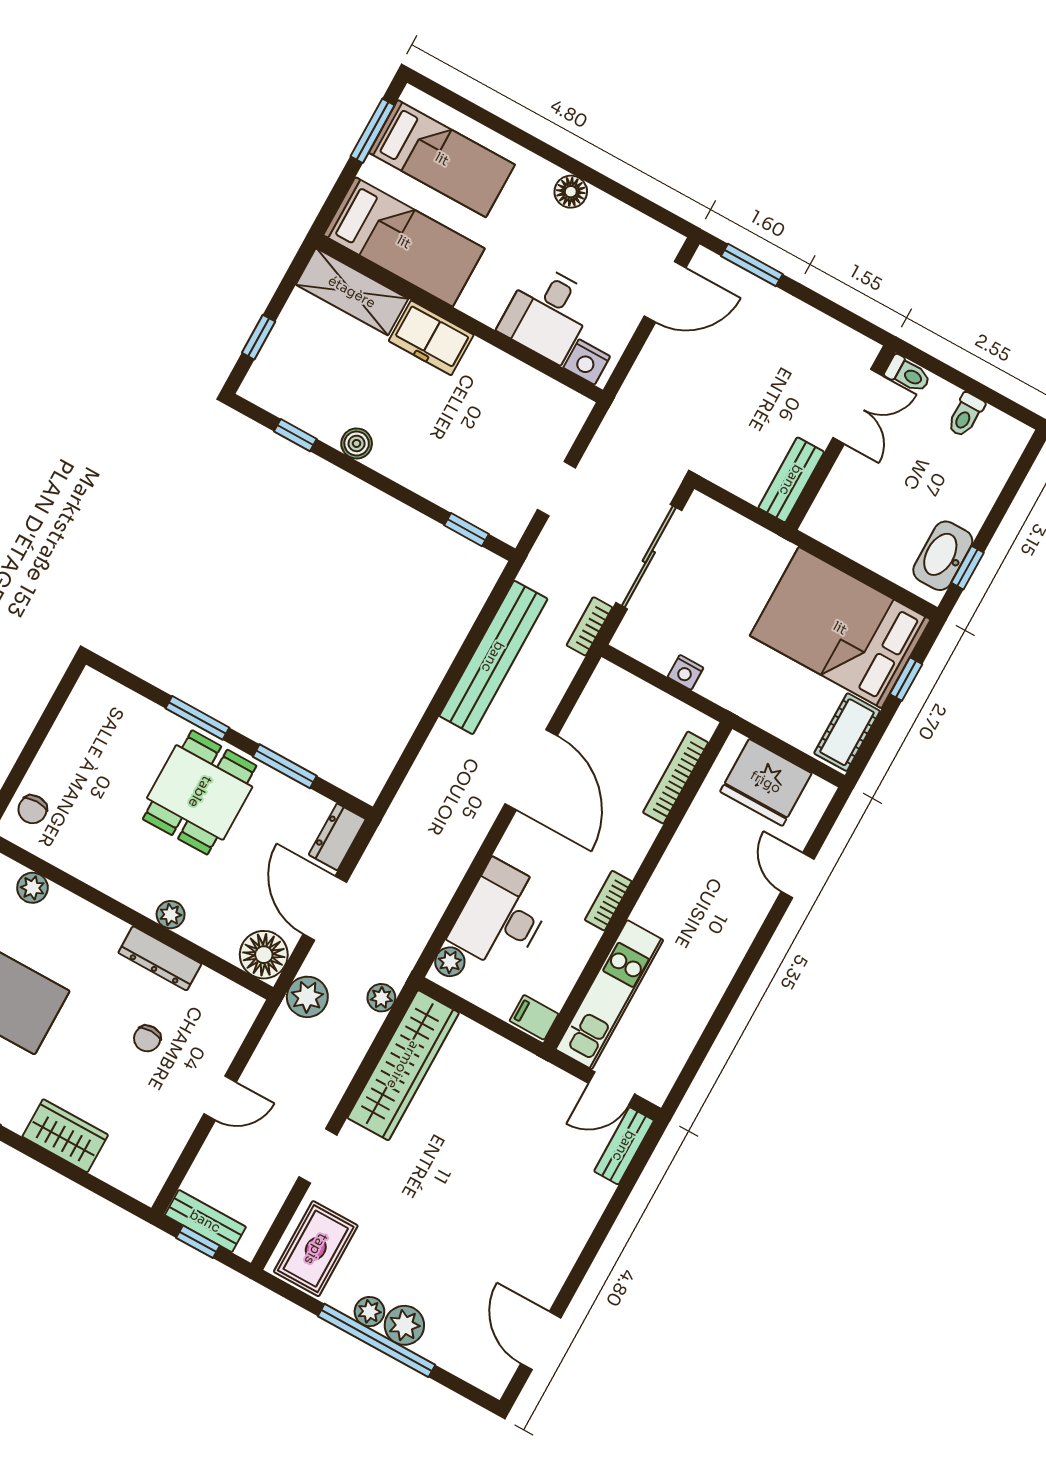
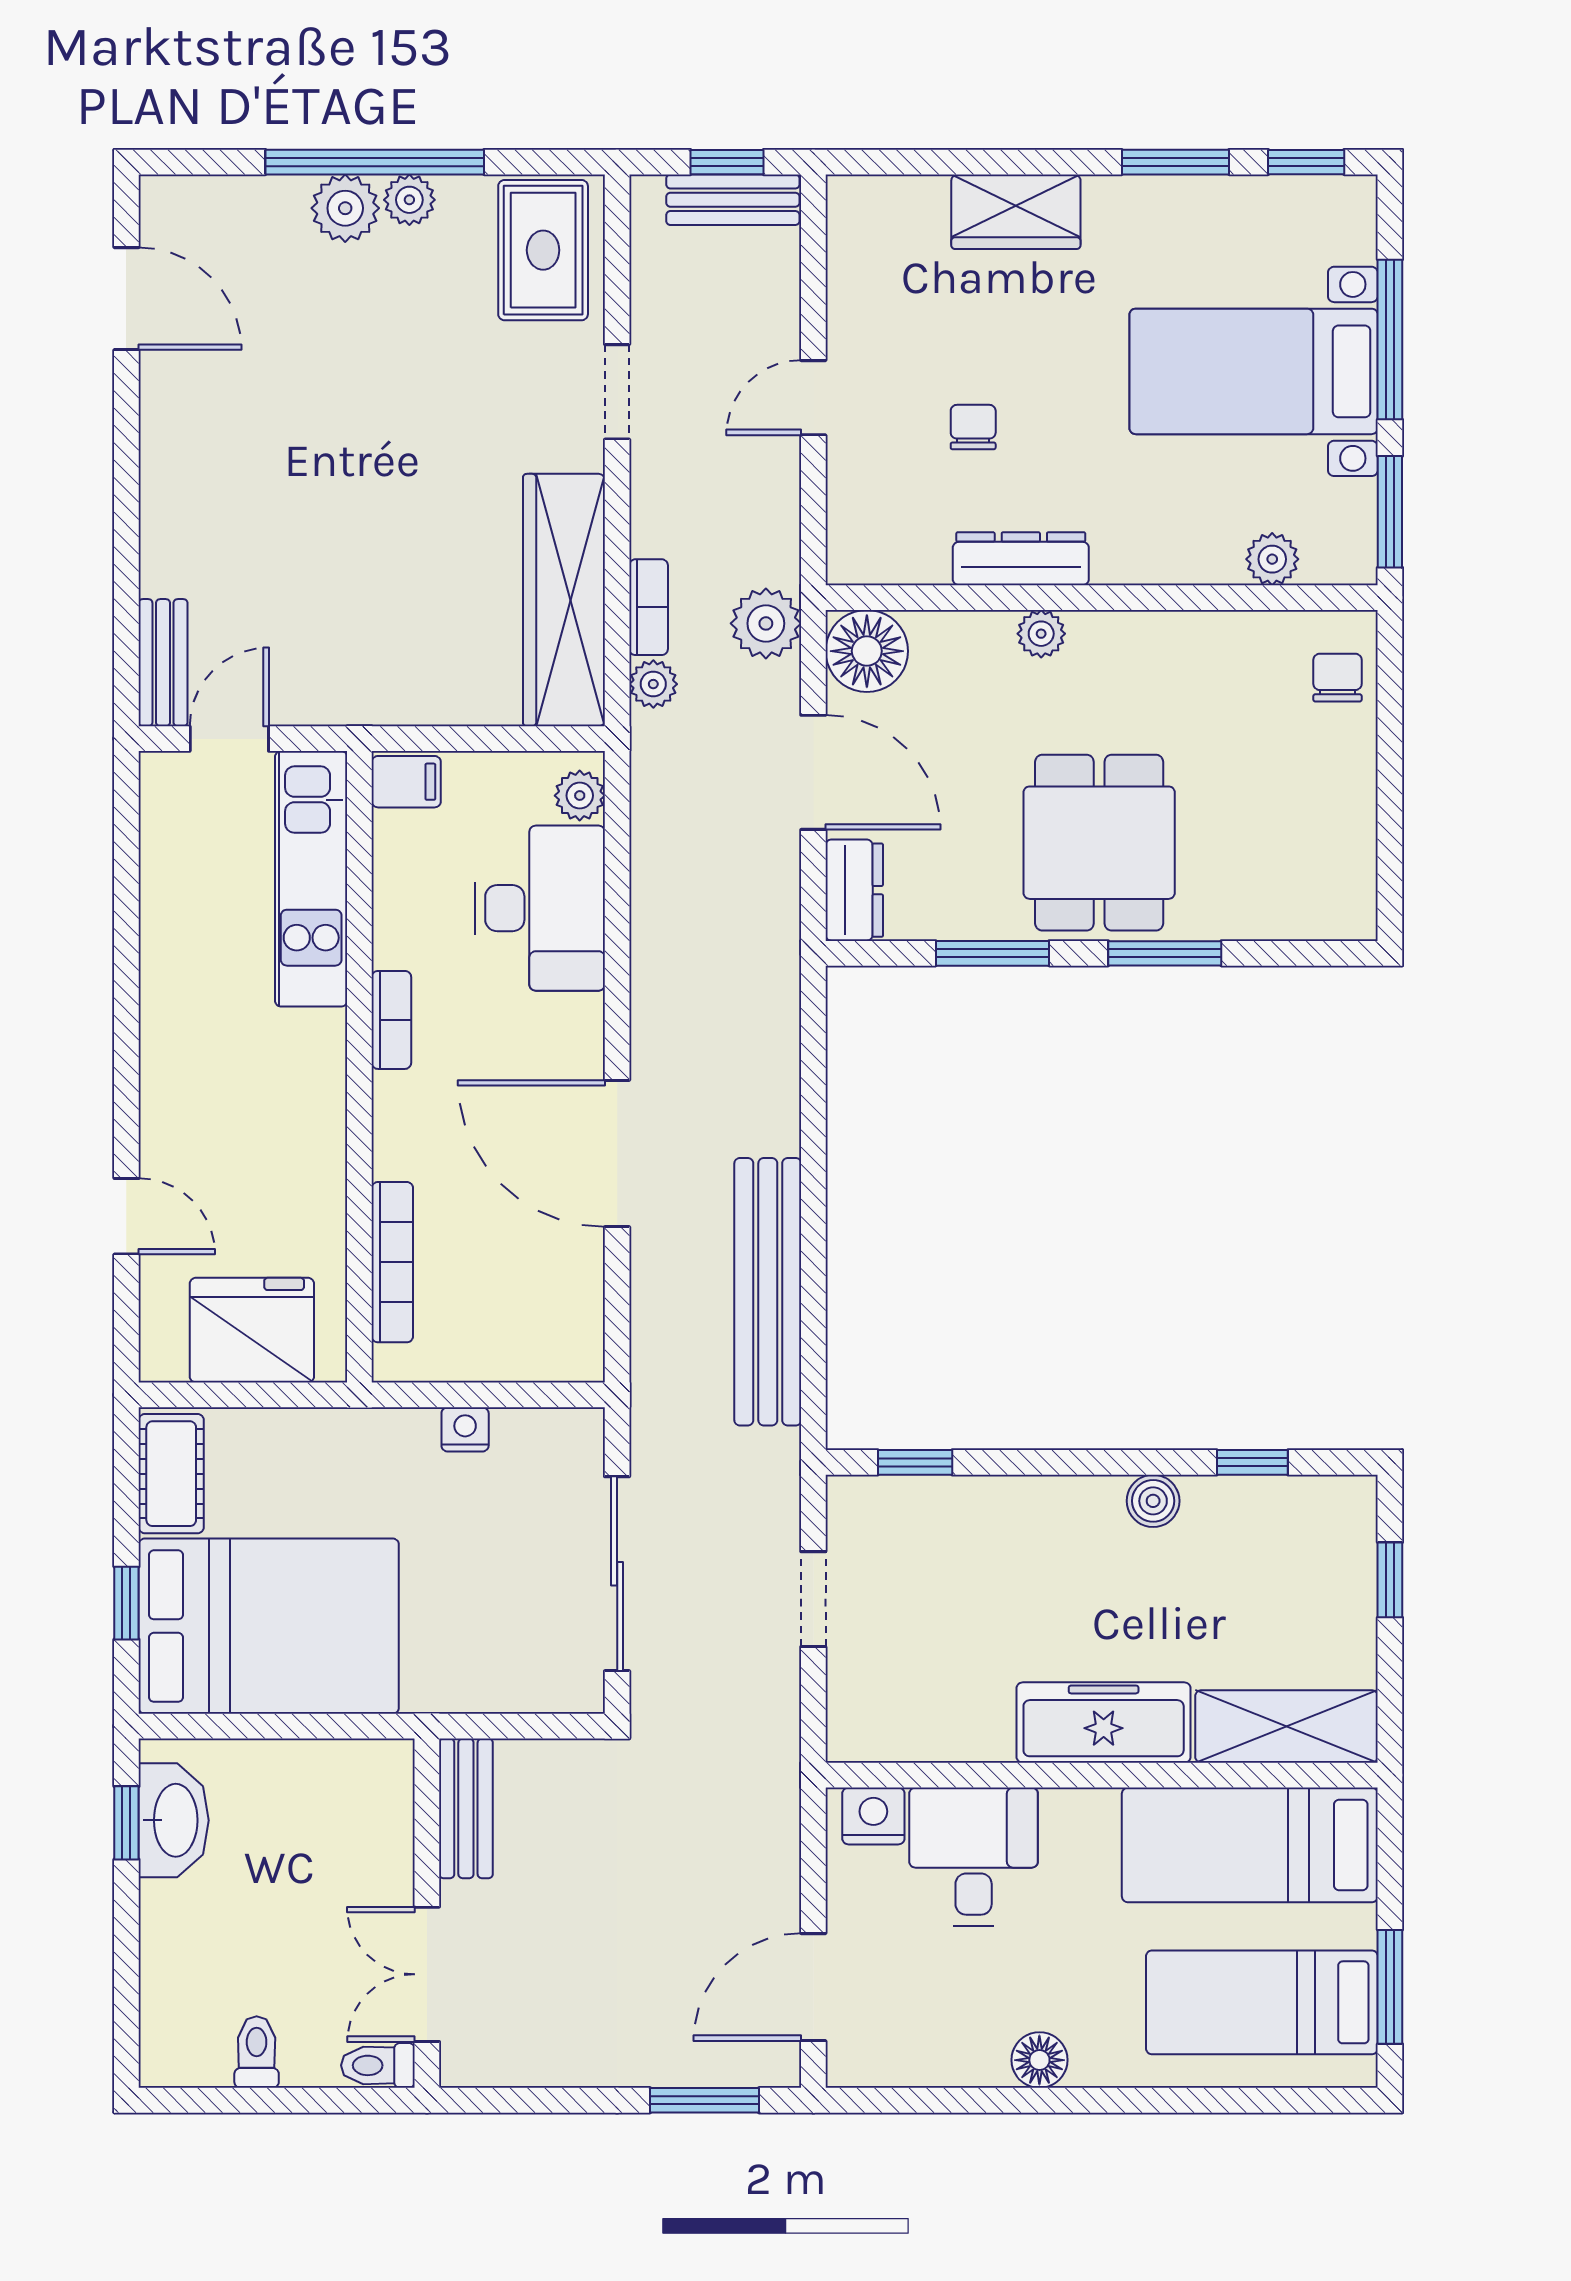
freezer: (431, 338) -> (1104, 1723), width x1.40
bookcase: (589, 626) -> (649, 607), moved

